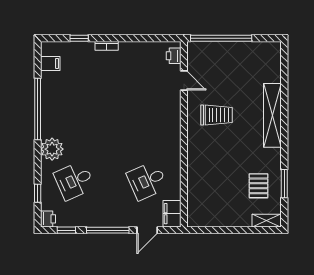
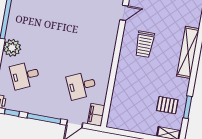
door: (184, 81) -> (124, 13), hinge flipped
trolley: (217, 115) -> (145, 44), turned 90
pallet: (258, 186) -> (167, 105), turned 90

